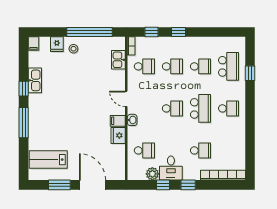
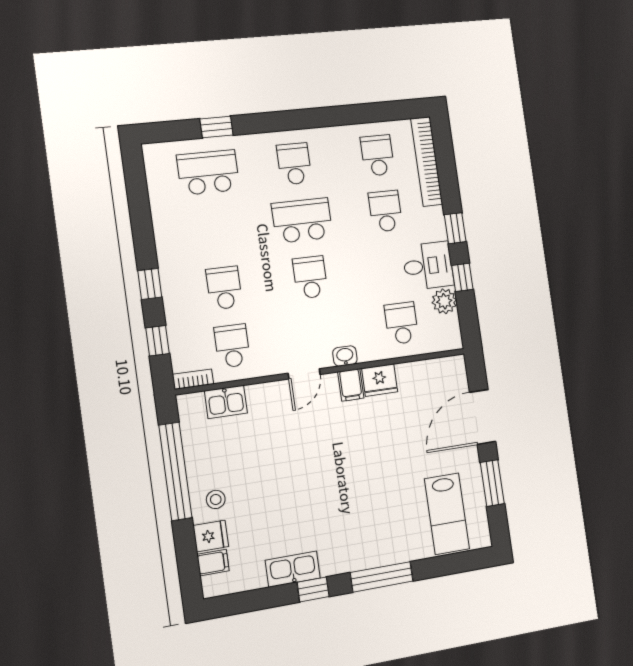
filing cabinet: (33, 44) -> (213, 563), moved
school desk: (200, 66) -> (377, 155), moved

